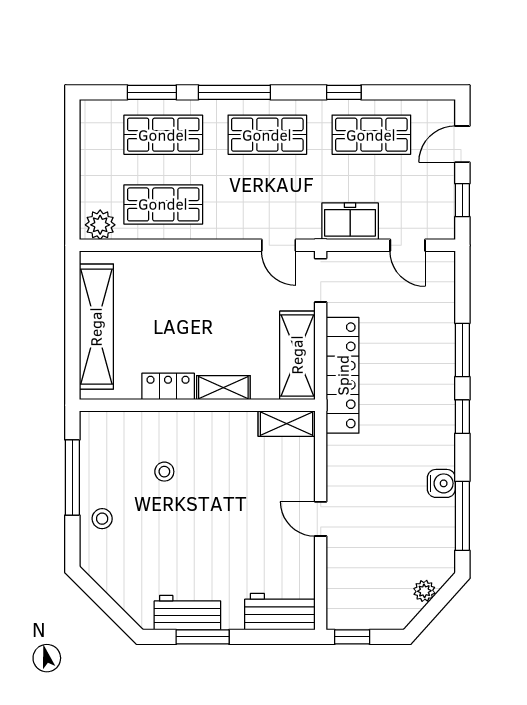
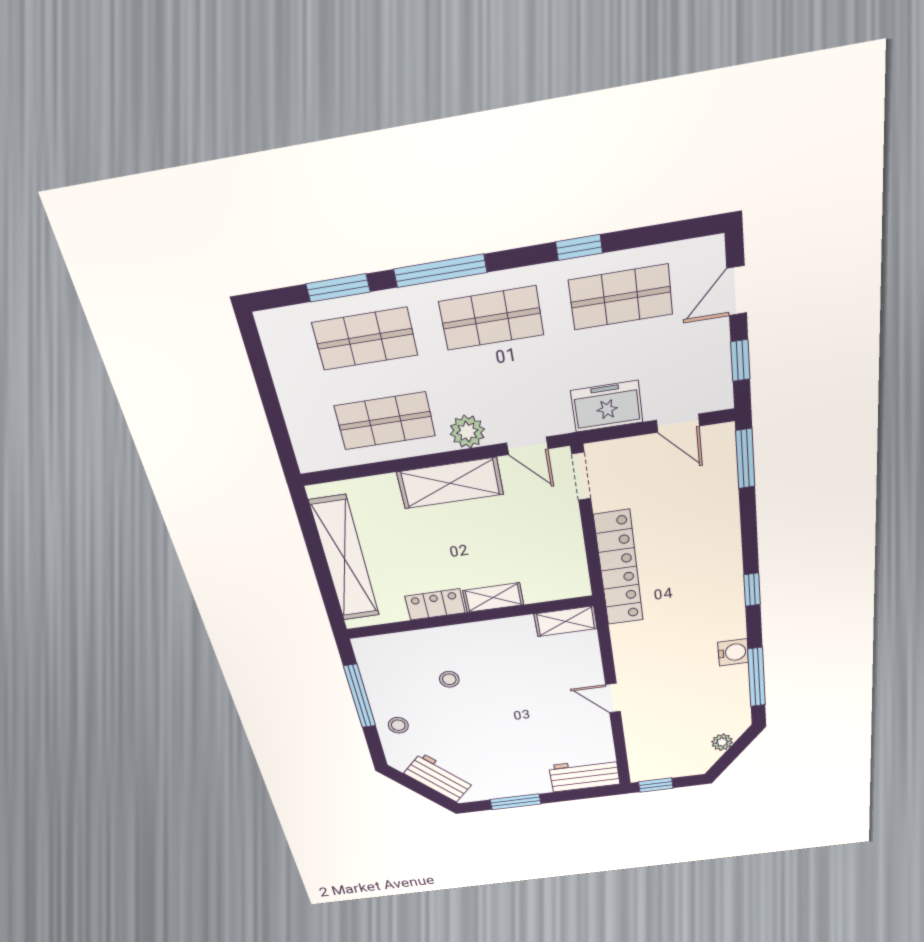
plant: (100, 225) -> (467, 432), moved
window: (462, 350) -> (745, 459), moved
shelving: (297, 355) -> (450, 483), moved, turned 90
workbench: (187, 613) -> (439, 778), moved, turned 45

